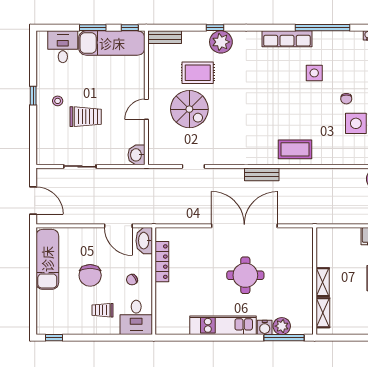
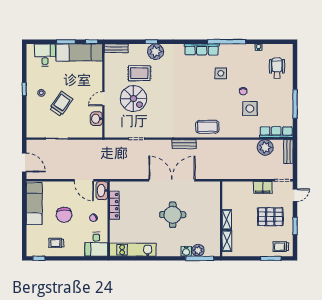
trolley: (86, 117) -> (61, 104), turned -55
washbasin: (136, 155) -> (96, 119), moved
trolley: (102, 310) -> (56, 243), moved
kitchen unit: (223, 325) -> (133, 250), moved

